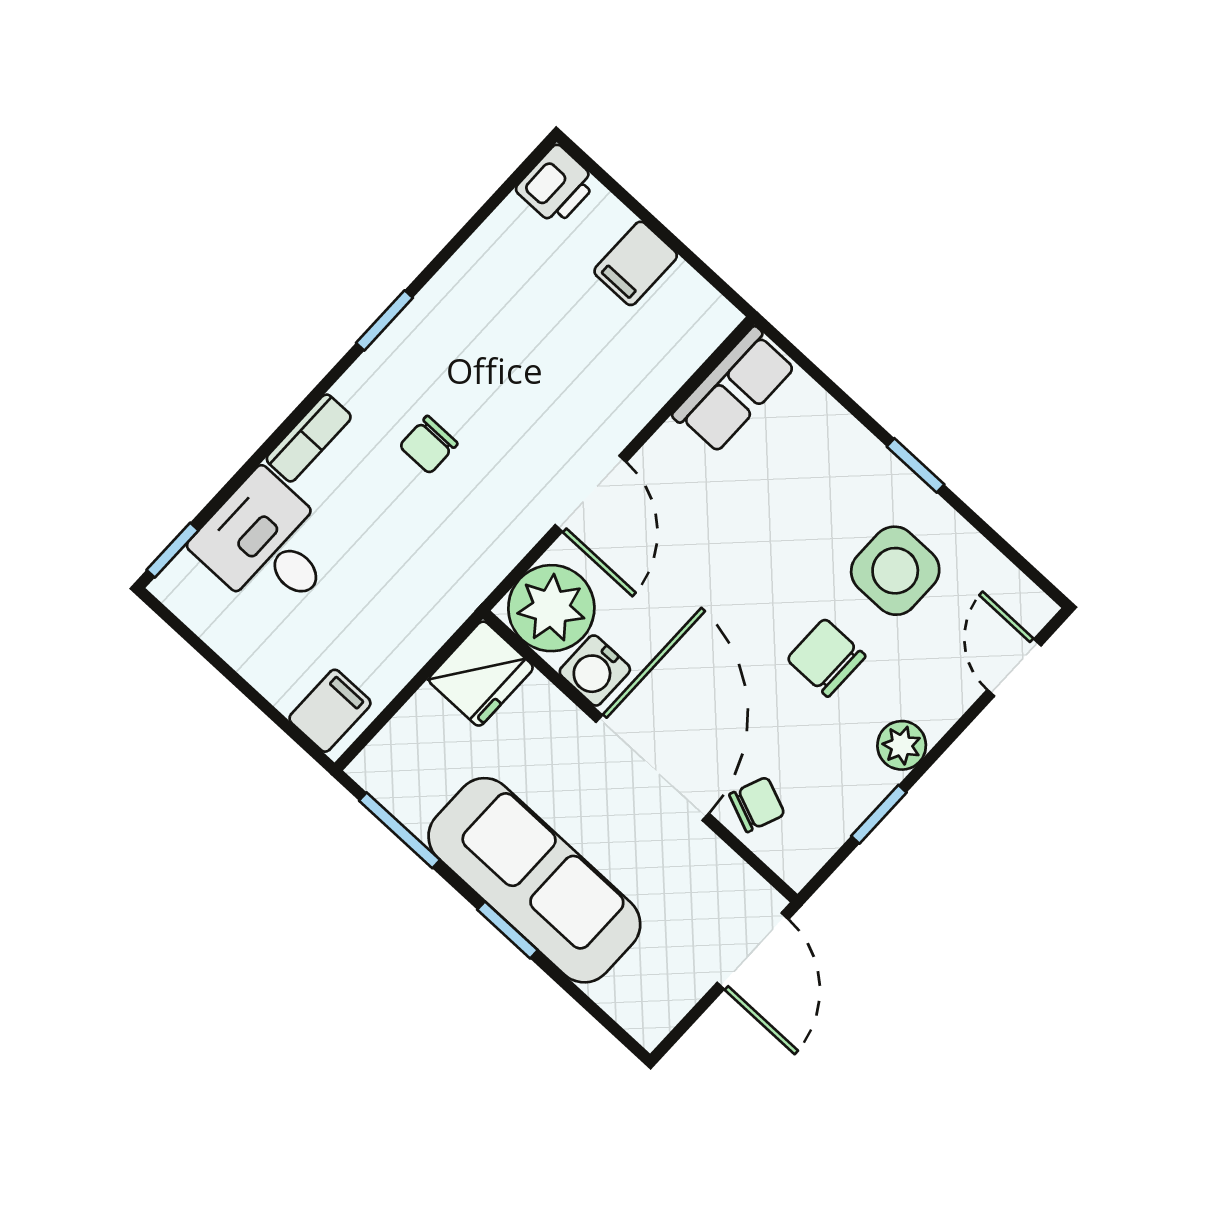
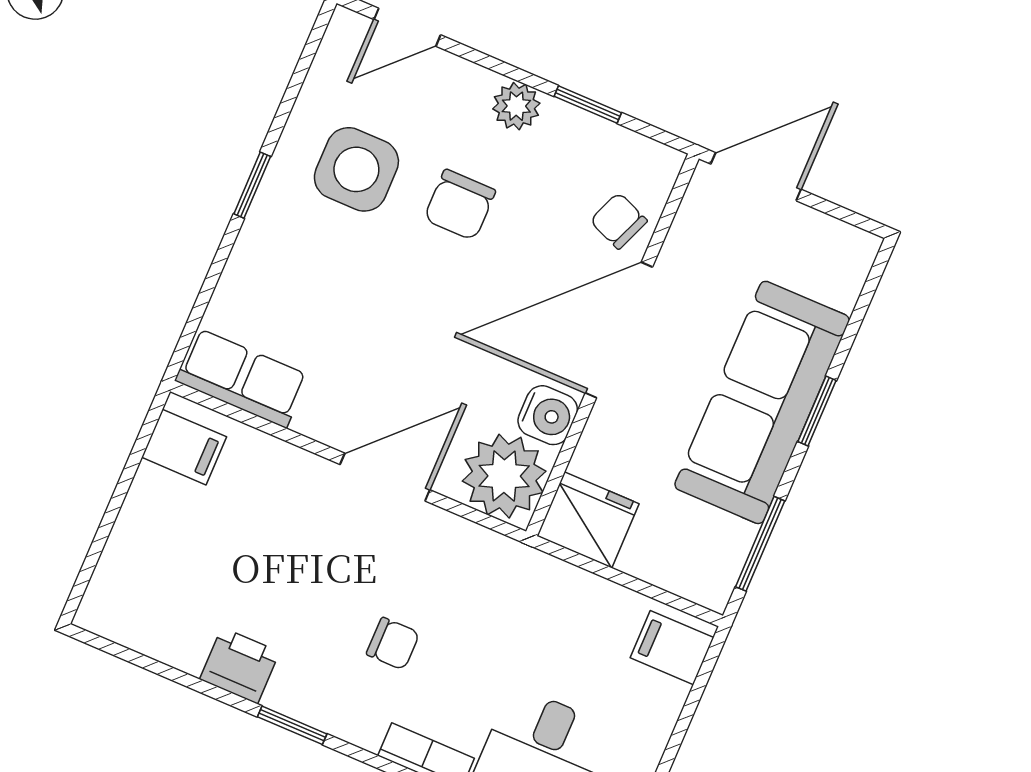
printer: (556, 185) -> (240, 666), moved
filing cabinet: (636, 263) -> (184, 447), moved

